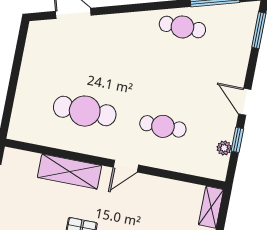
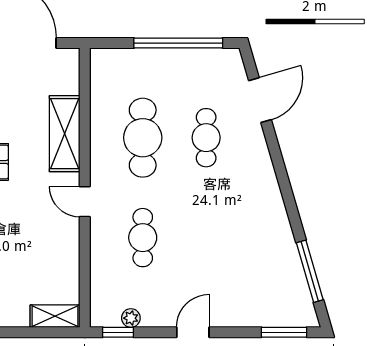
cafe table: (182, 27) -> (206, 138), moved
window: (16, 69) -> (178, 43), added
window: (237, 140) -> (118, 332), moved

